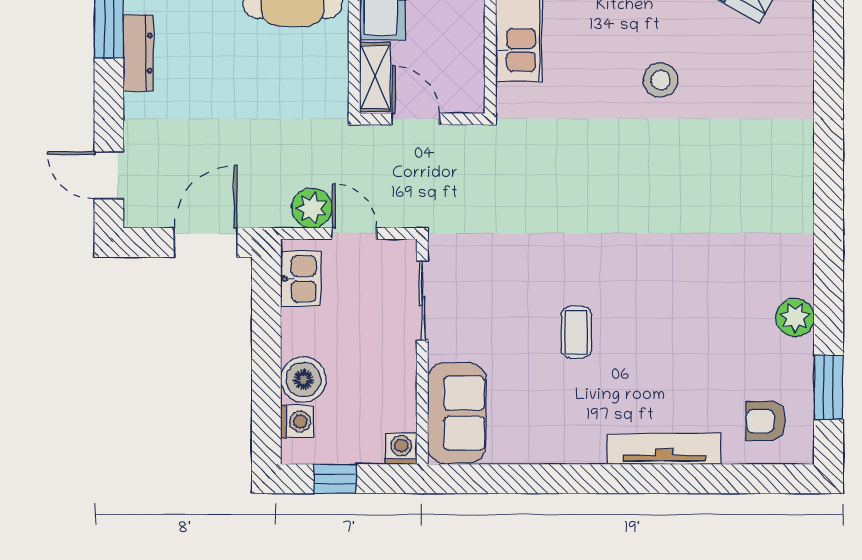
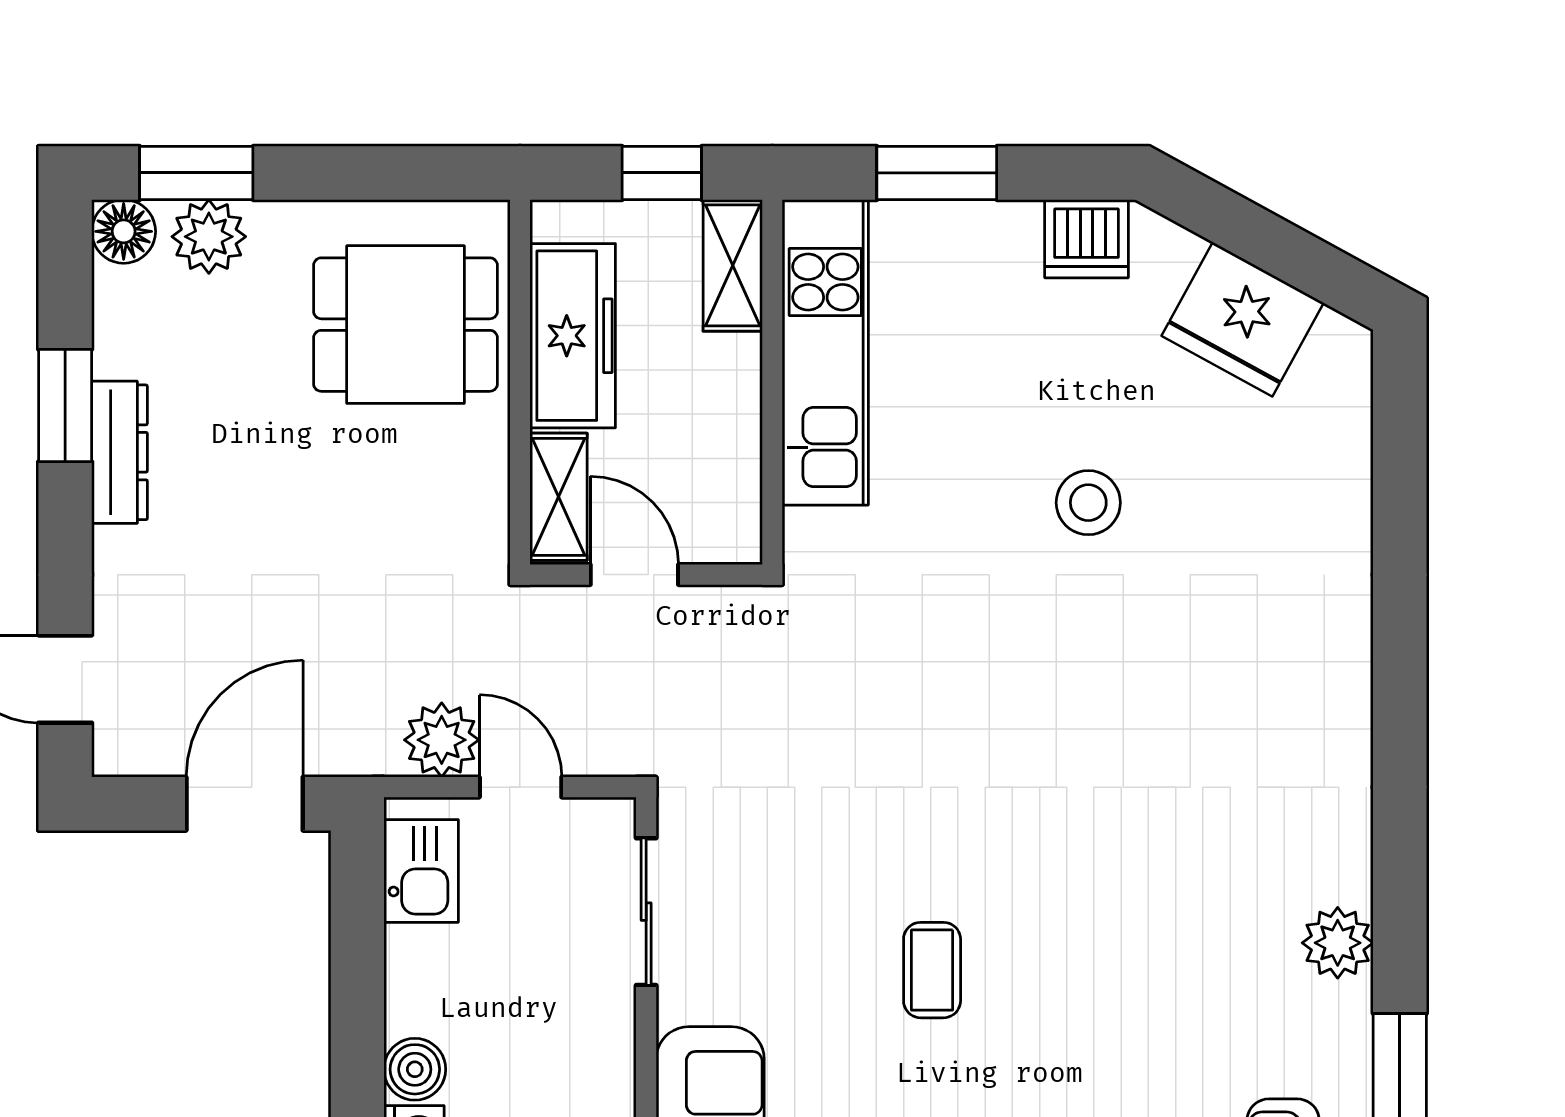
boiler: (303, 380) -> (415, 1069), width x0.73, depth x0.73

